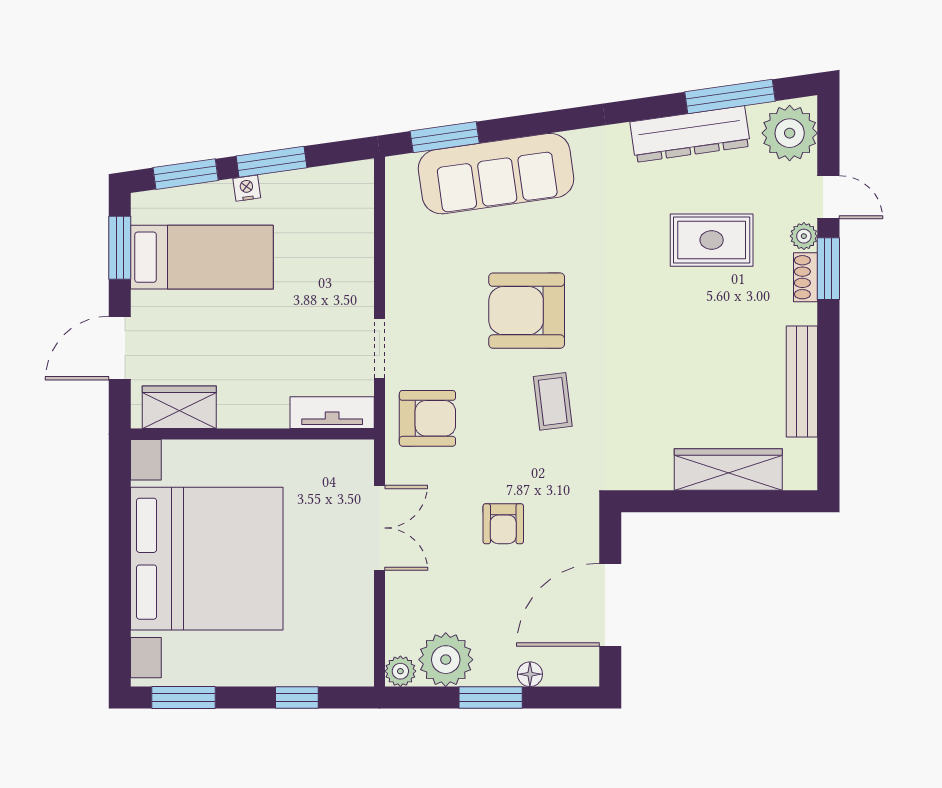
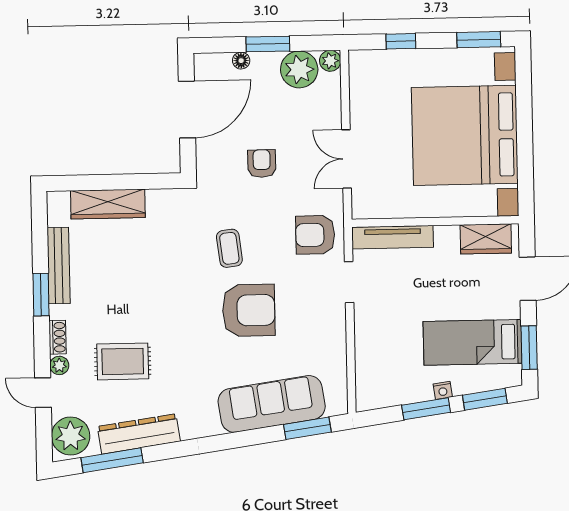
window: (828, 269) -> (41, 295), moved
tv unit: (332, 413) -> (393, 237), width x1.41

